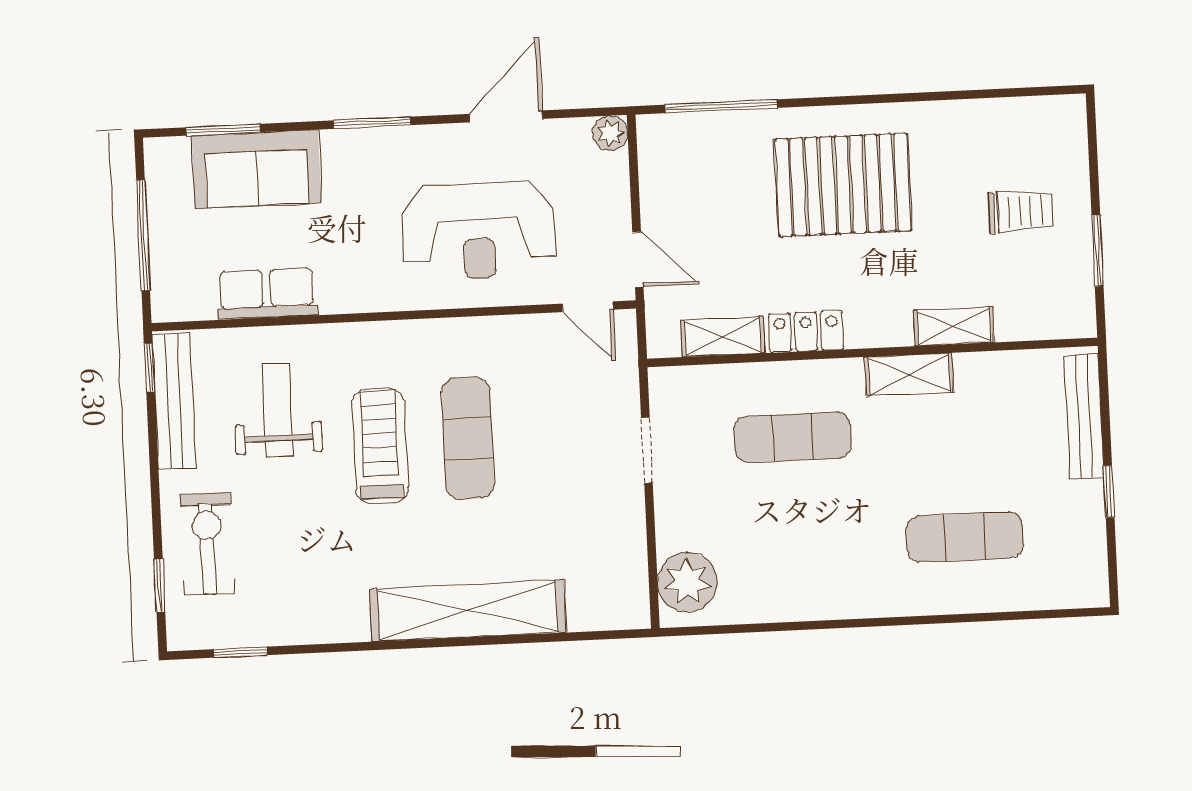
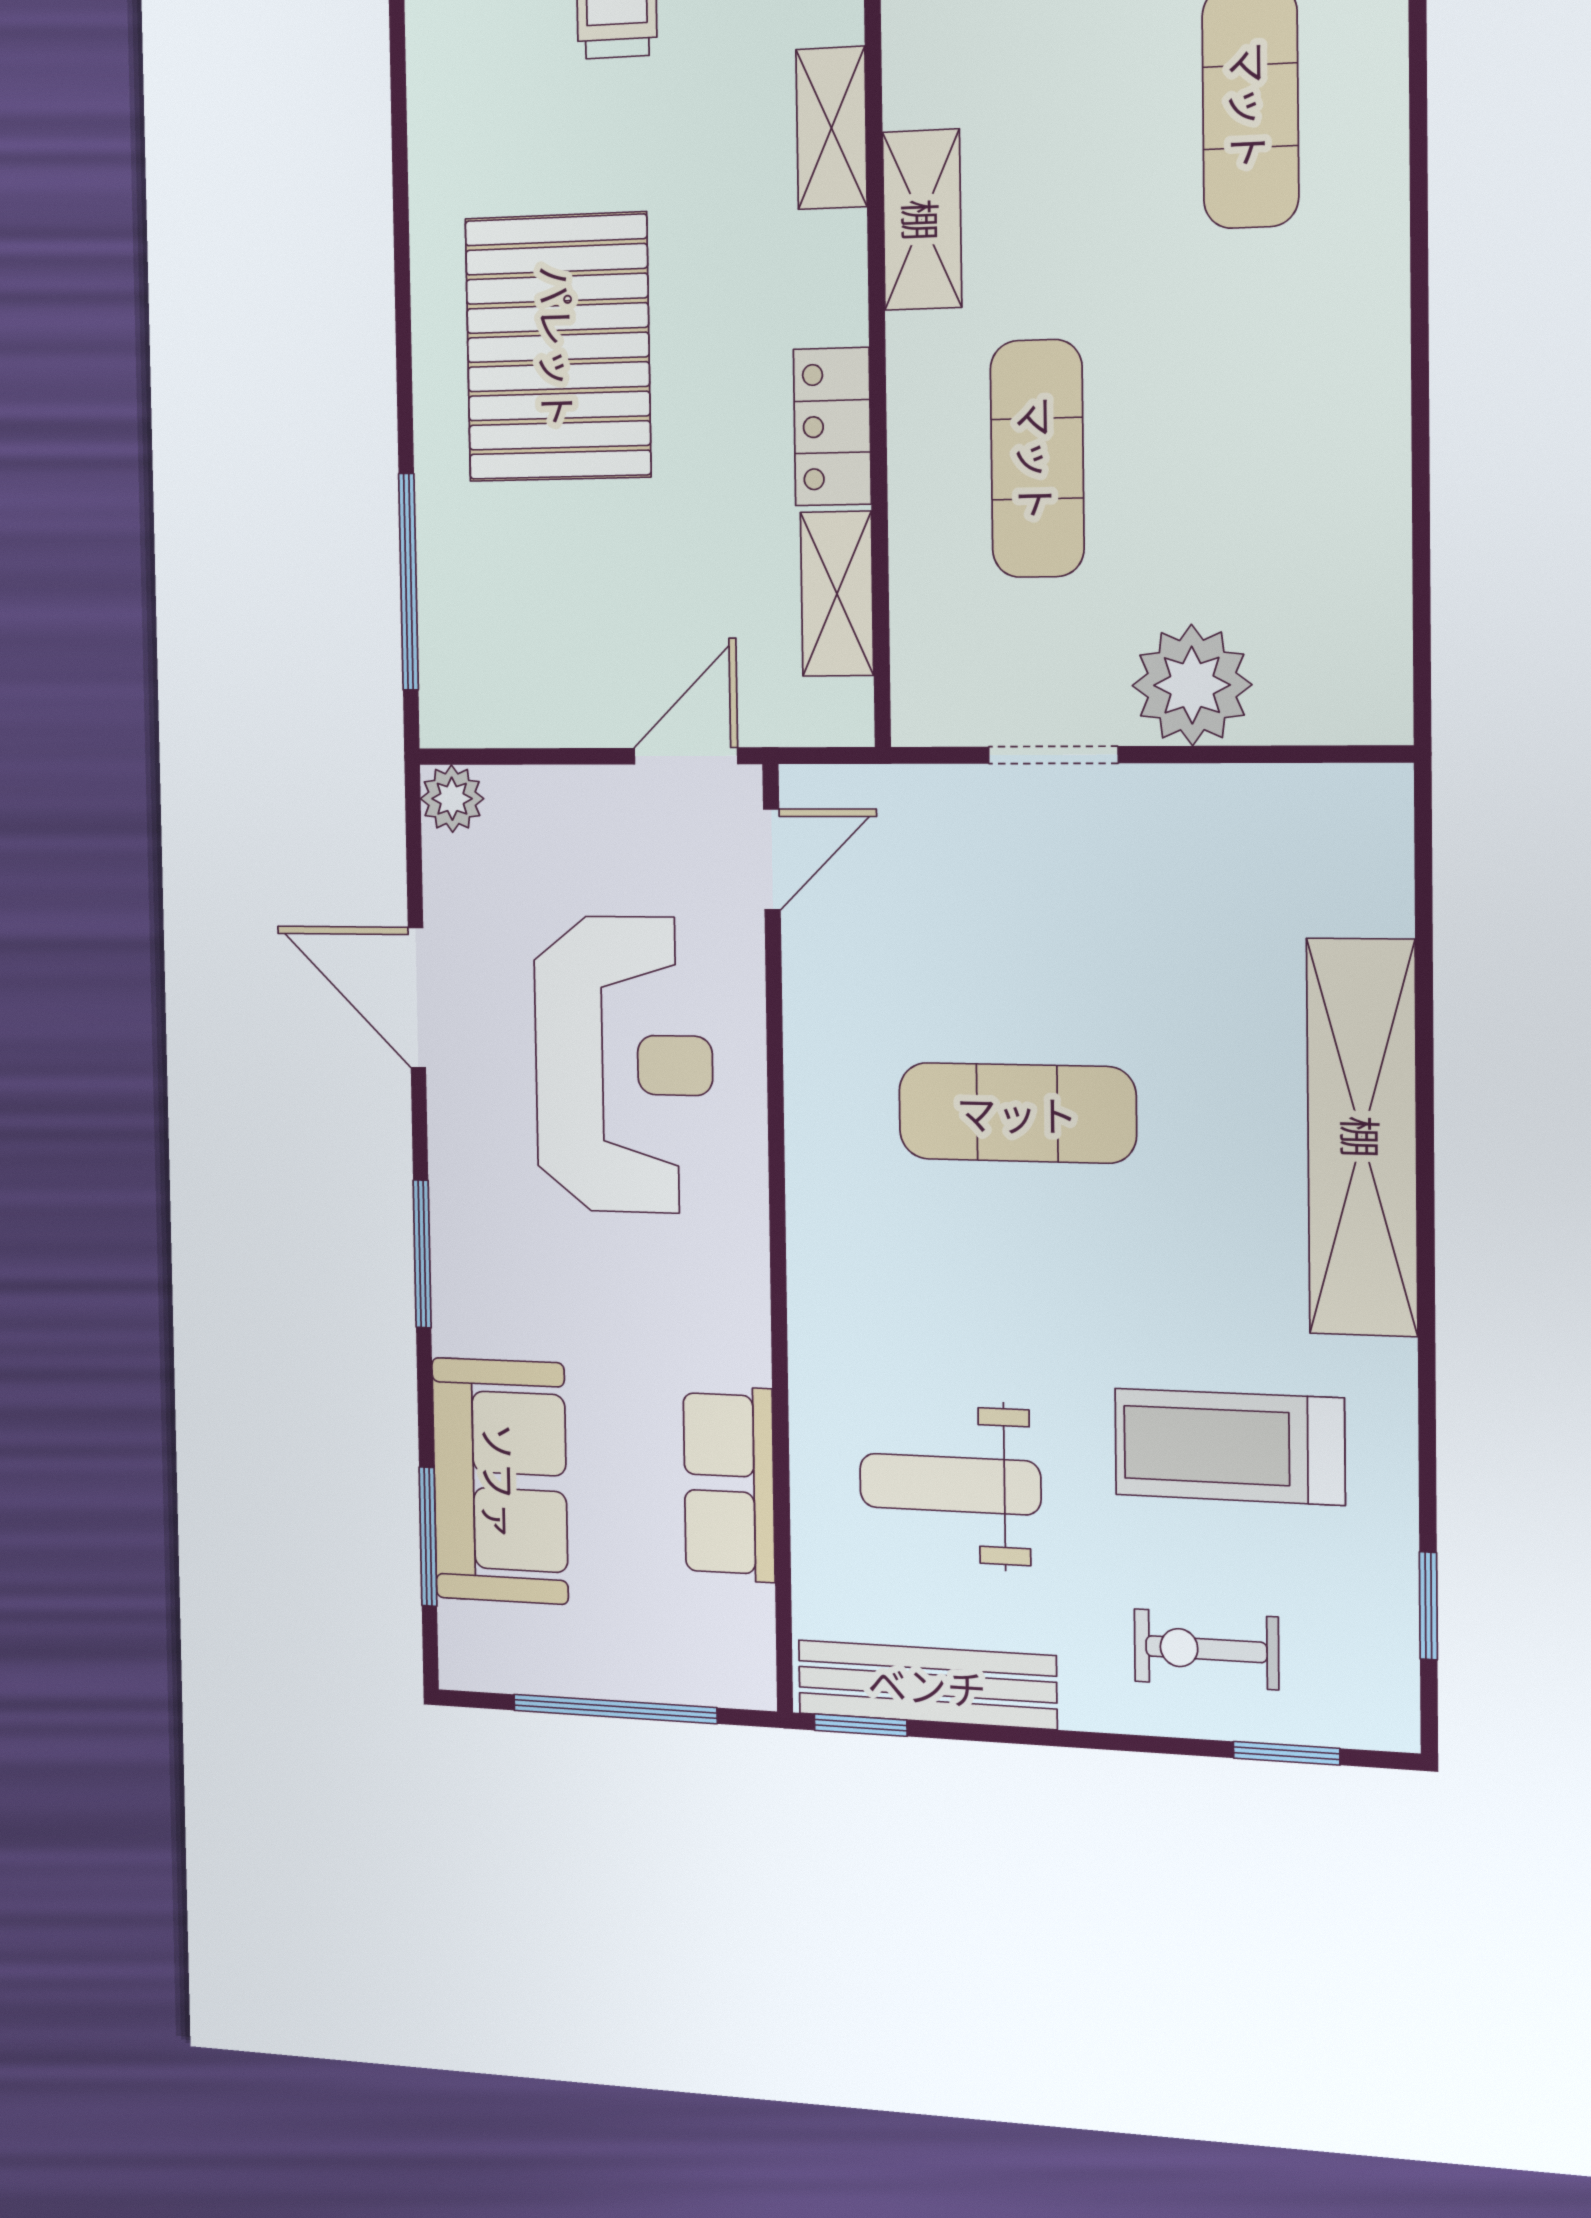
treadmill: (380, 446) -> (1229, 1447), moved
exercise bike: (207, 544) -> (1206, 1649), width x0.73, depth x0.72
plant: (687, 582) -> (1192, 685), moved

